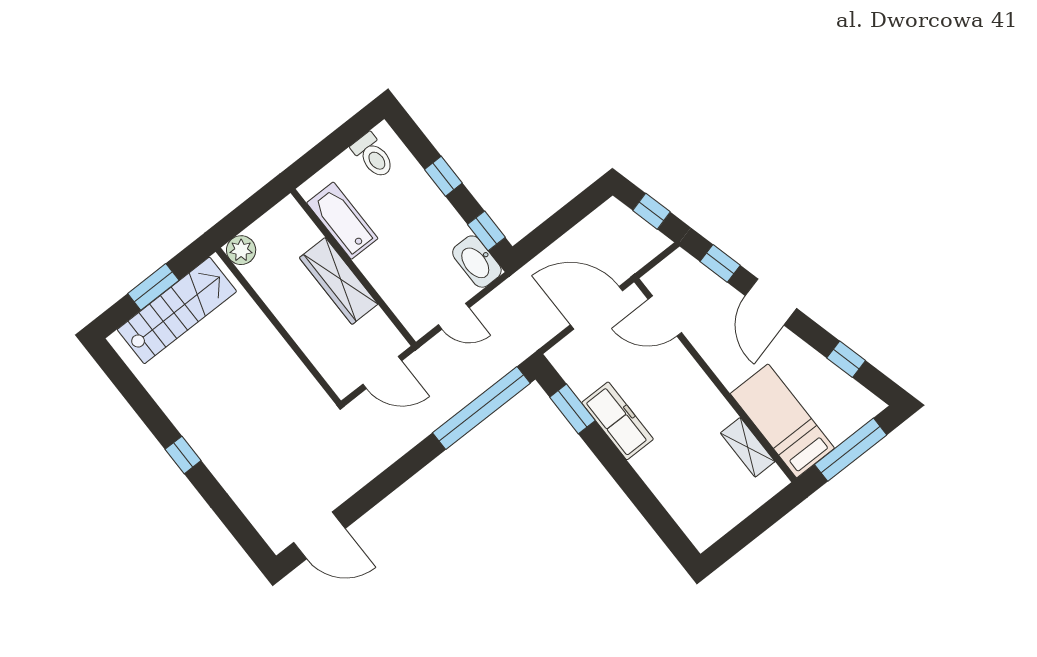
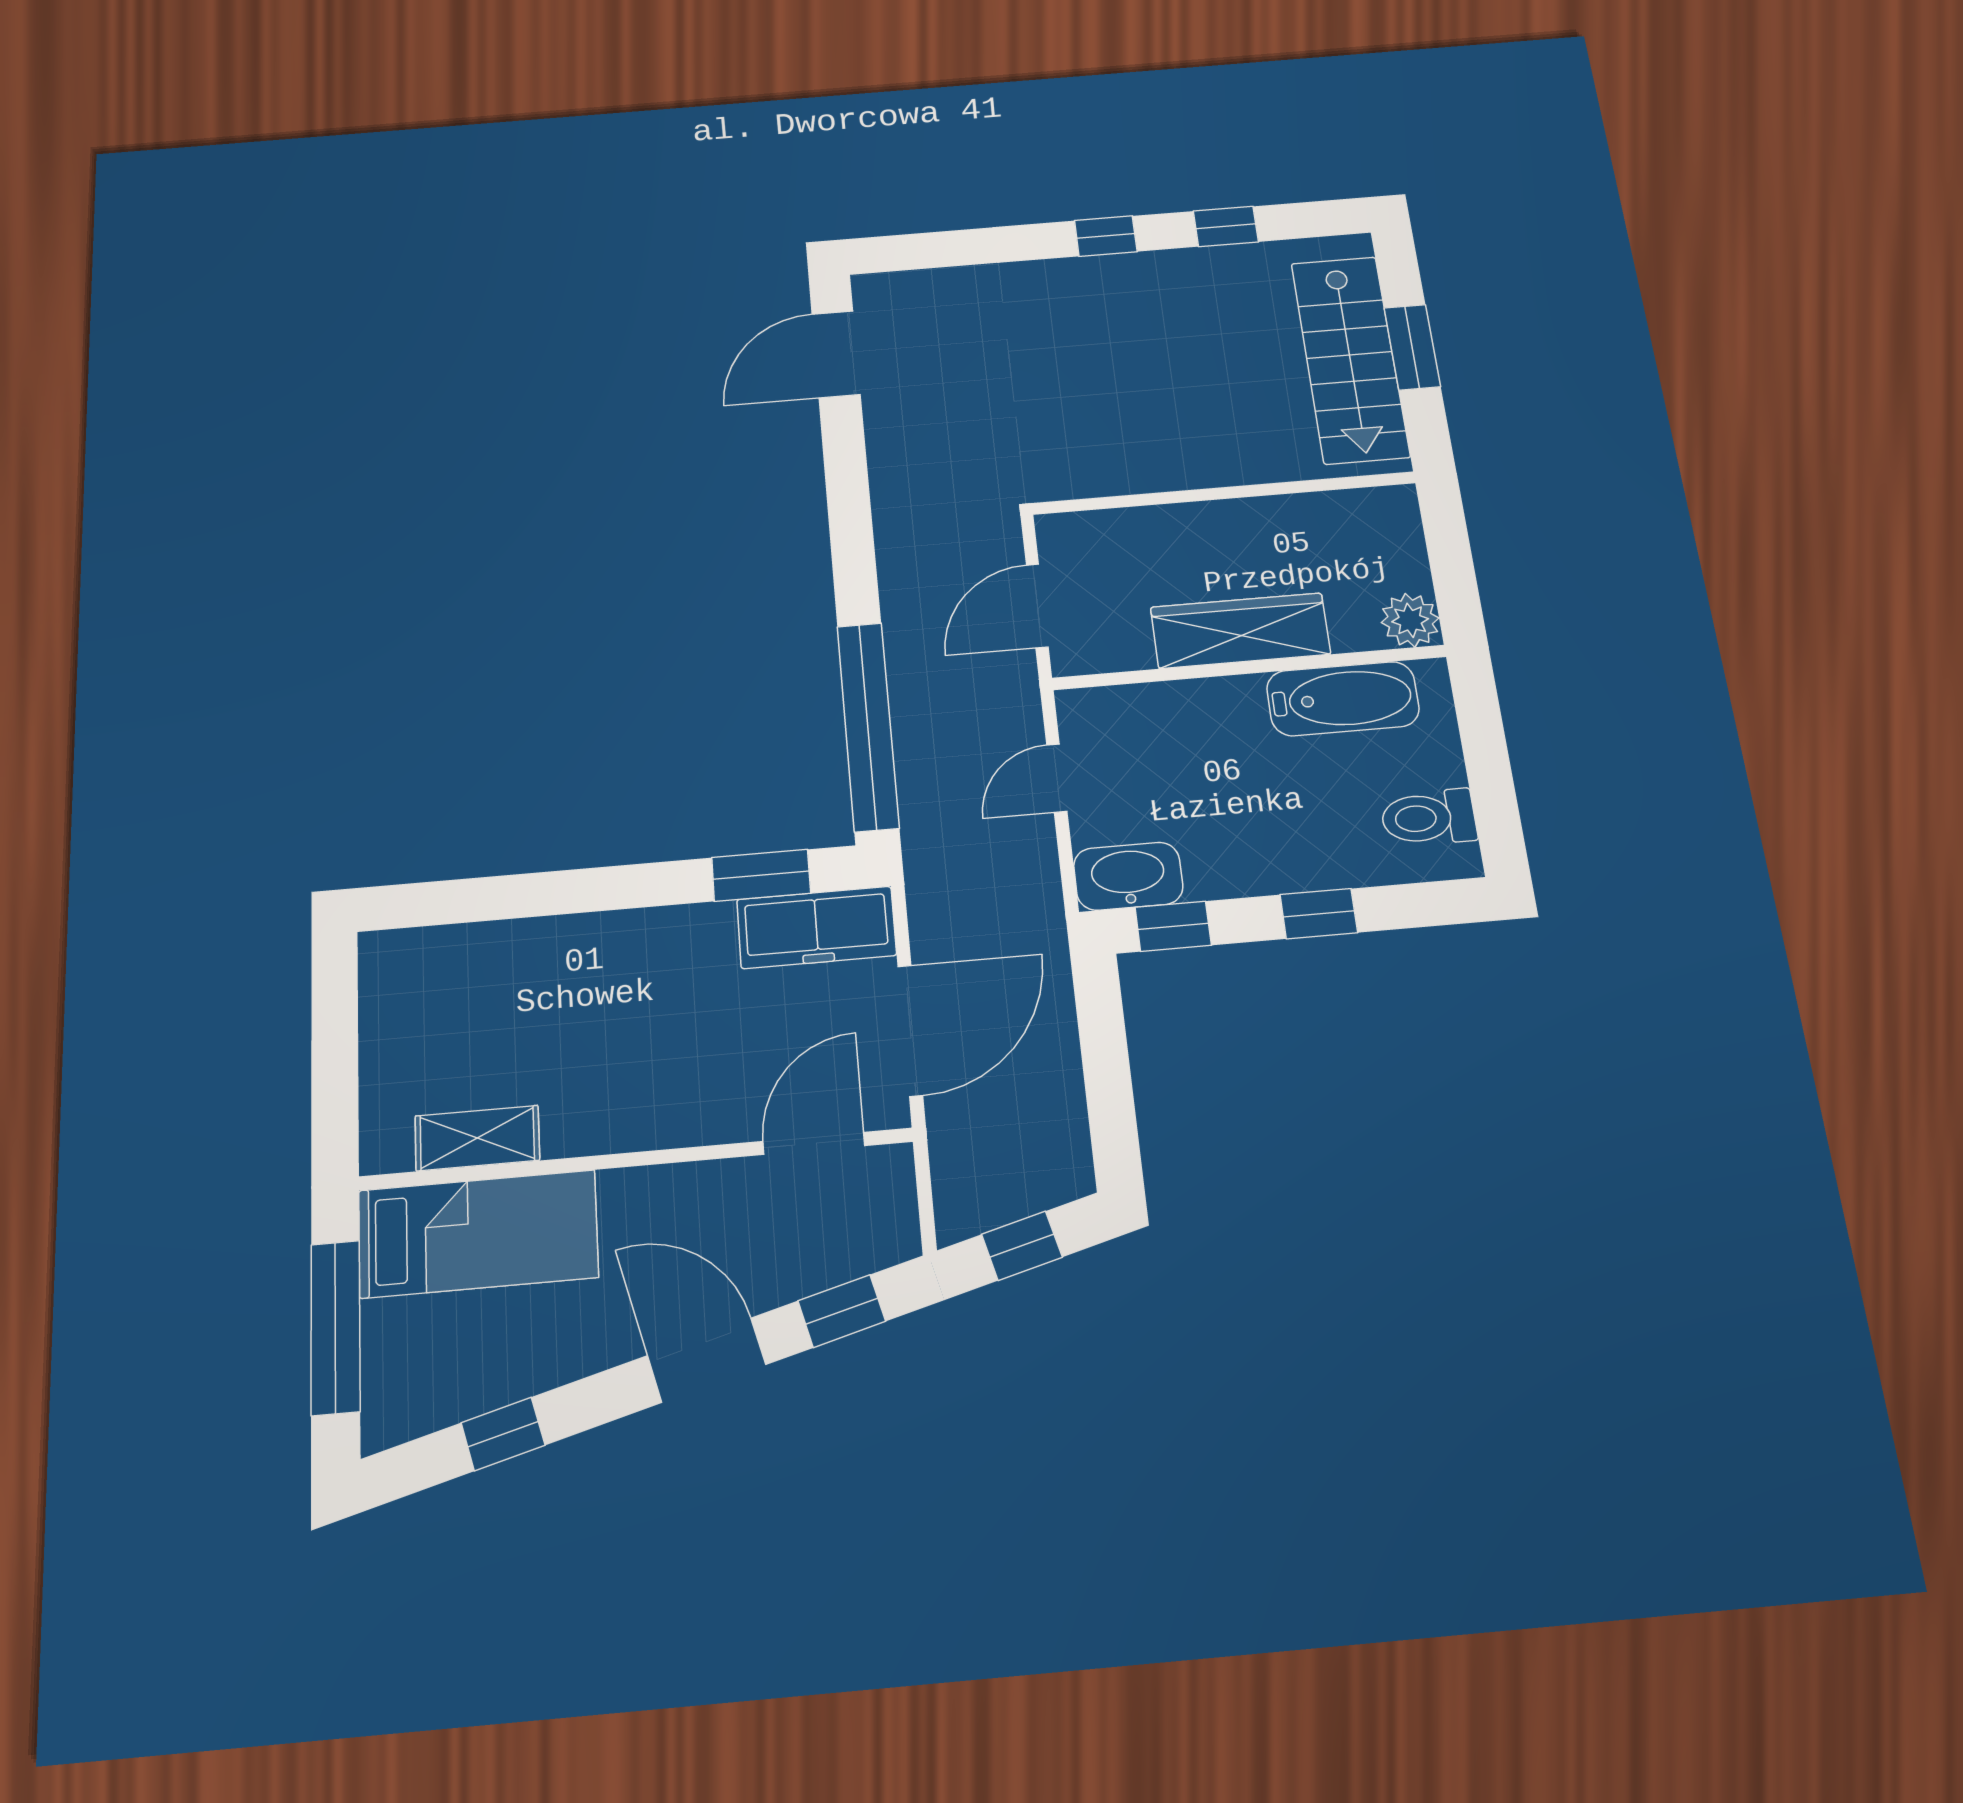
plant: (241, 250) -> (1410, 620), moved
window: (144, 405) -> (1226, 226), added
freezer: (618, 421) -> (816, 927), moved

